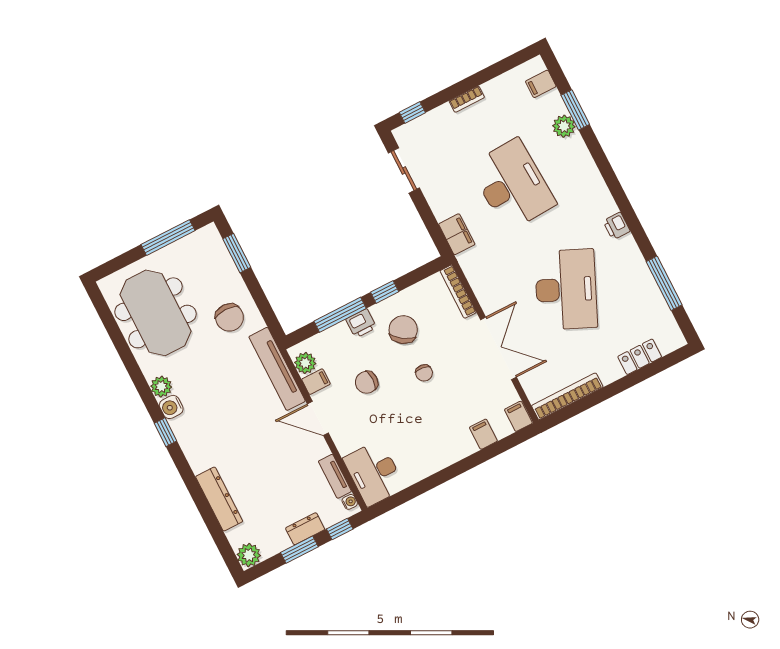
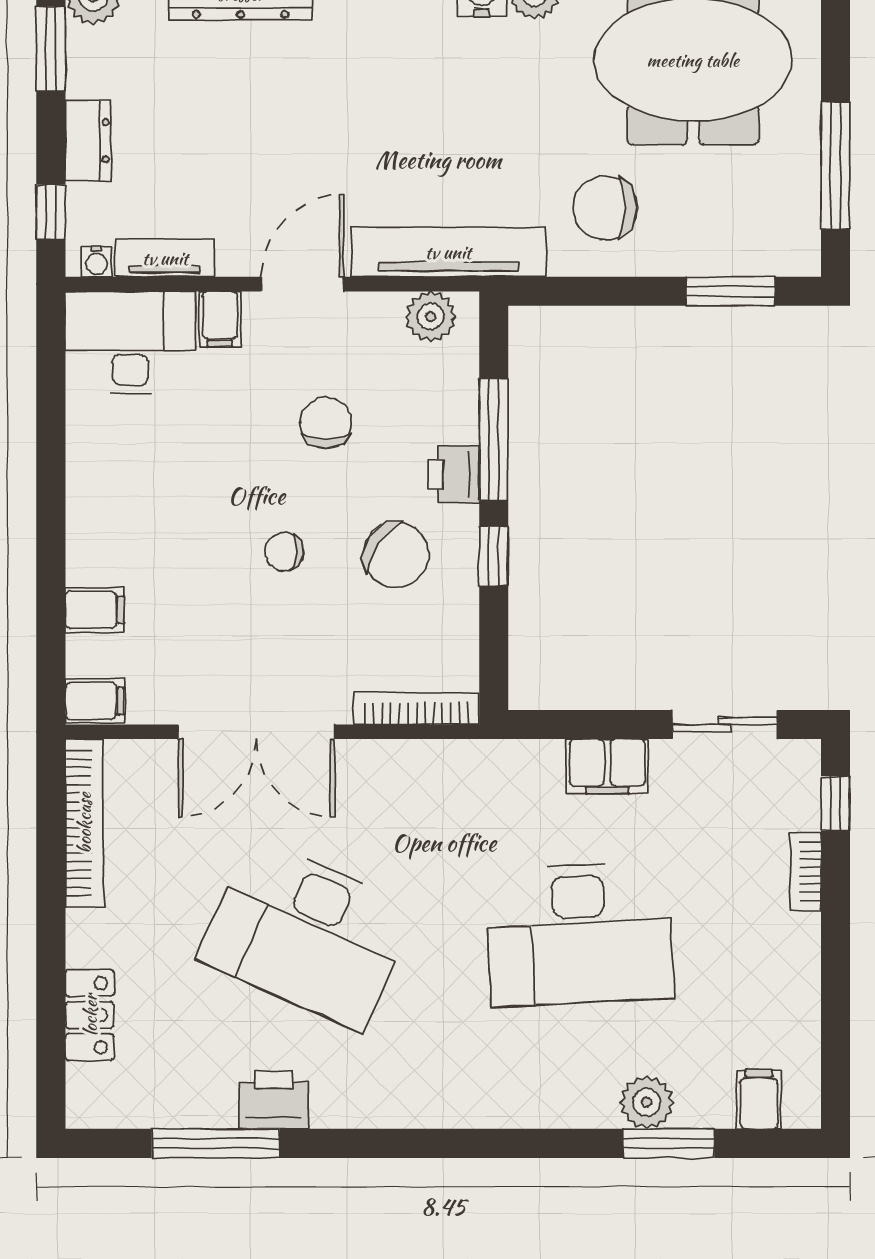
bookcase: (467, 99) -> (805, 872), moved
printer: (617, 226) -> (274, 1100), moved, width x1.36, depth x1.24
filing cabinet: (457, 234) -> (607, 766), moved
filing cabinet: (316, 382) -> (220, 319), moved
window: (299, 550) -> (51, 49), moved

